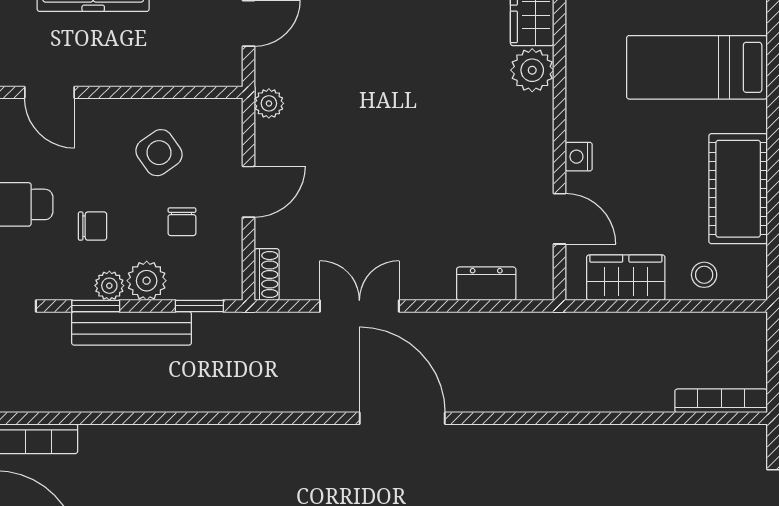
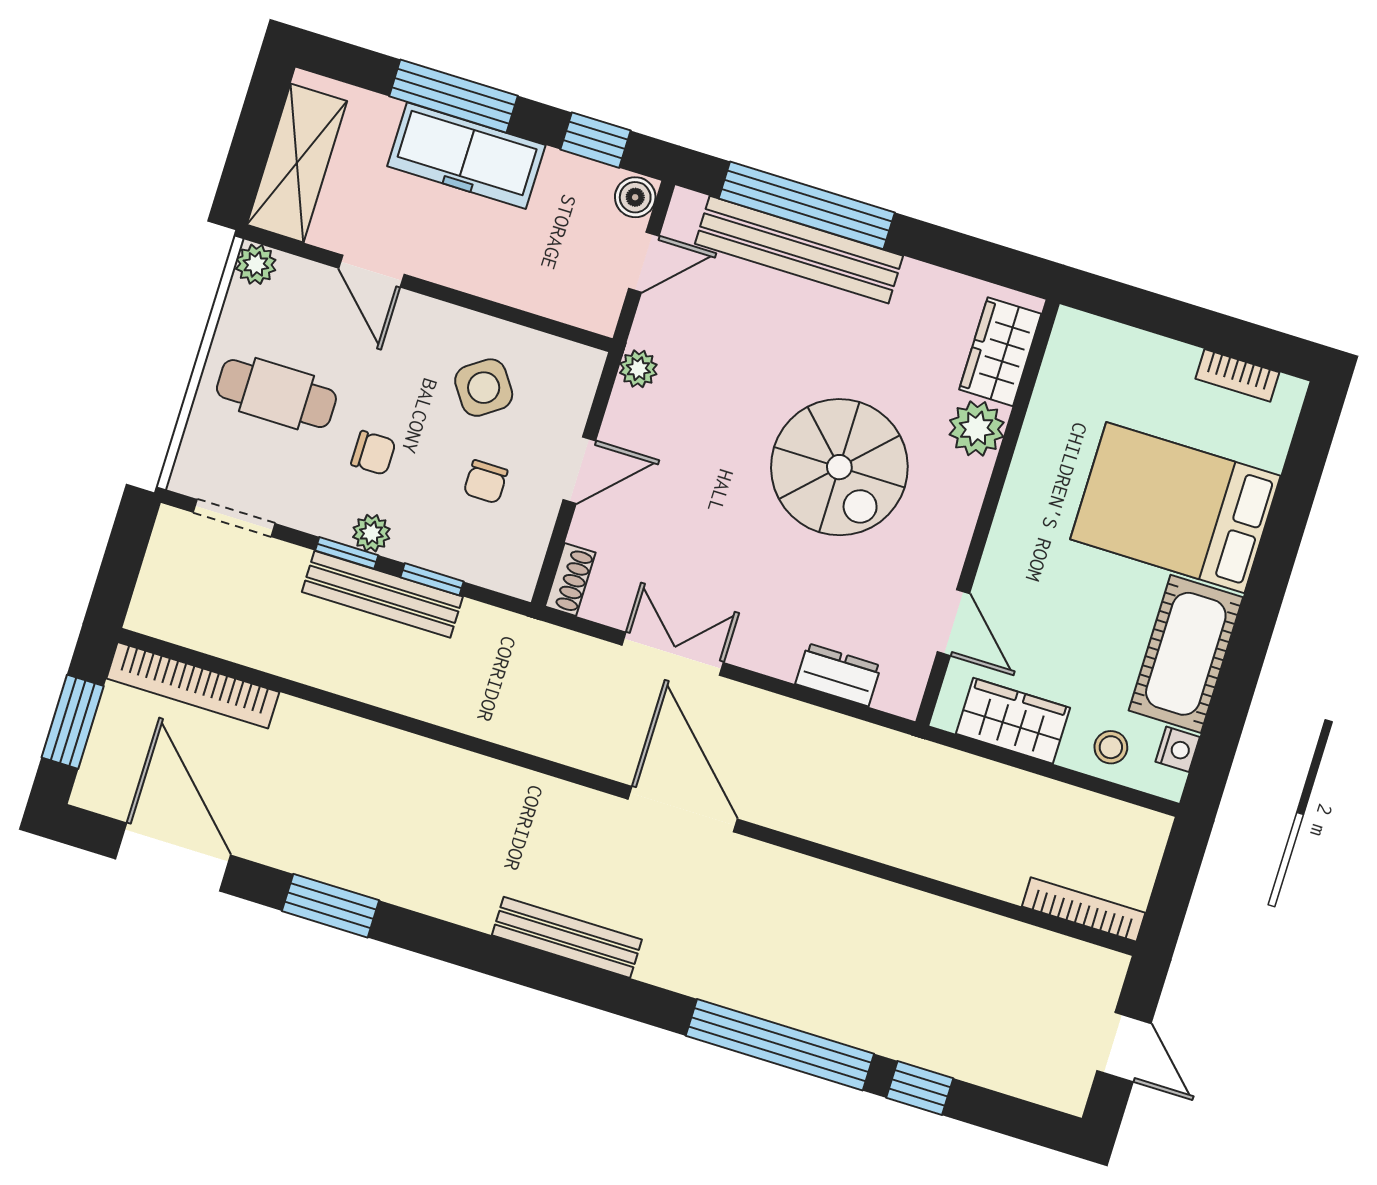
bed: (697, 67) -> (1175, 508), width x1.50
spiral stairs: (440, 130) -> (839, 467), added
nightstand: (579, 157) -> (1178, 749), moved, turned 180
plant: (147, 281) -> (419, 541), removed
window: (199, 306) -> (432, 579), moved

